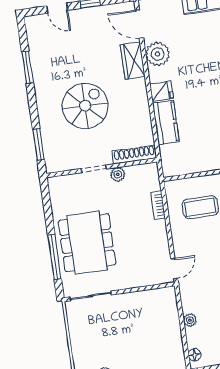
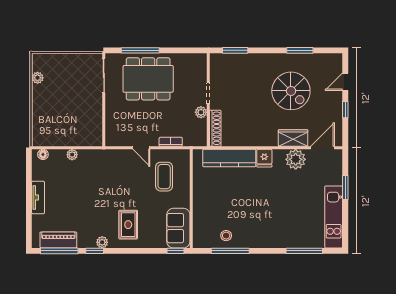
spiral stairs: (85, 106) -> (291, 91), moved
kitchen counter: (166, 122) -> (229, 158), width x1.50
door: (174, 269) -> (141, 148), moved

